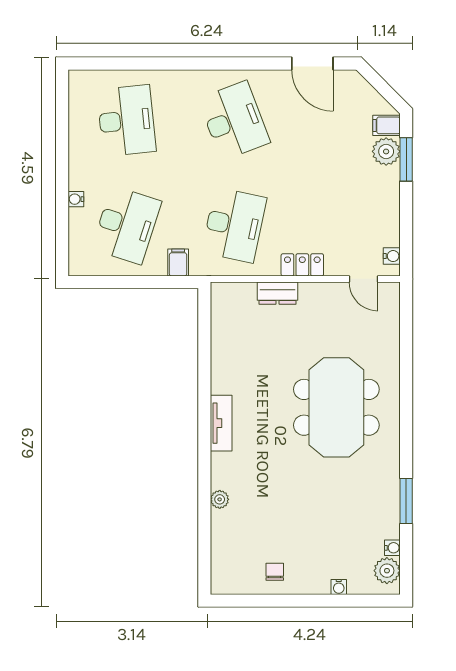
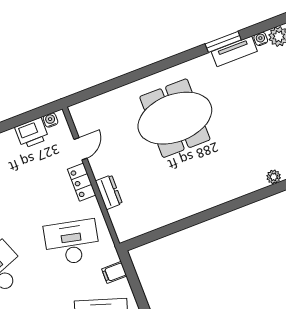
printer: (385, 227) -> (32, 133), added
door: (363, 279) -> (80, 149), moved
tv unit: (221, 423) -> (234, 51), moved, turned 180

